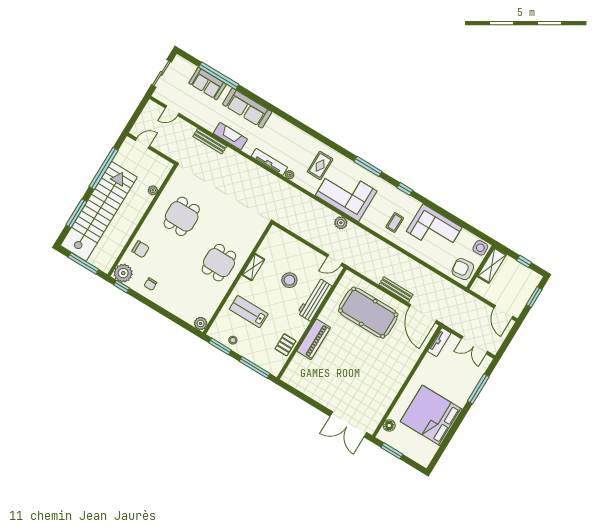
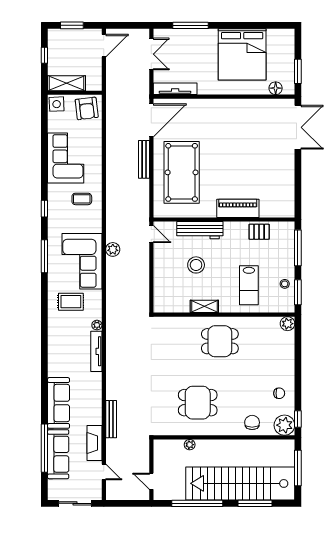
sofa: (208, 84) -> (58, 454), width x1.36
fireplace: (230, 136) -> (95, 443), moved
tv unit: (439, 342) -> (175, 89), width x1.41

